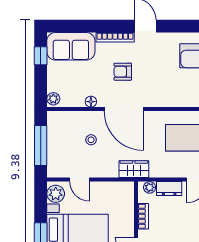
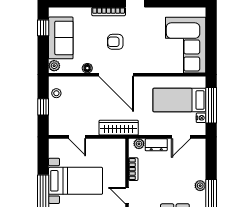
sofa: (71, 46) -> (61, 38), moved, turned -90
stool: (91, 140) -> (56, 93), moved
window: (41, 145) -> (43, 107), width x0.46
wardrobe: (134, 169) -> (119, 128), width x1.50
plant: (56, 194) -> (56, 149), removed

